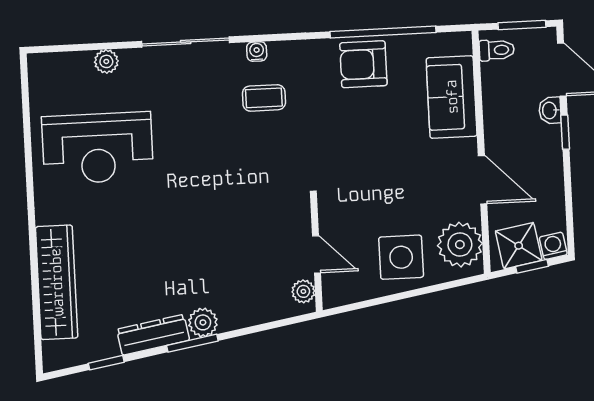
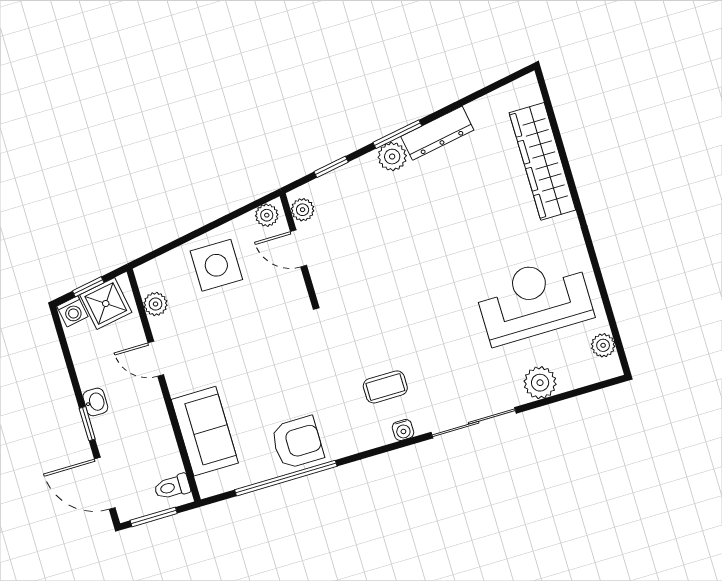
plant: (106, 61) -> (540, 383), width x1.38, depth x1.38
plant: (40, 87) -> (603, 345), added
washbasin: (550, 110) -> (95, 402), moved
door: (483, 180) -> (156, 359), width x0.73
plant: (460, 245) -> (156, 304), width x0.53, depth x0.53
plant: (340, 294) -> (267, 215), added
window: (106, 363) -> (331, 167), moved

